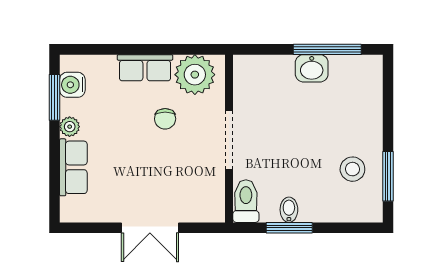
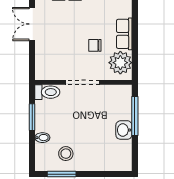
window: (327, 49) -> (135, 116), moved
bidet: (289, 210) -> (42, 138), moved
double door: (150, 228) -> (32, 24), moved

